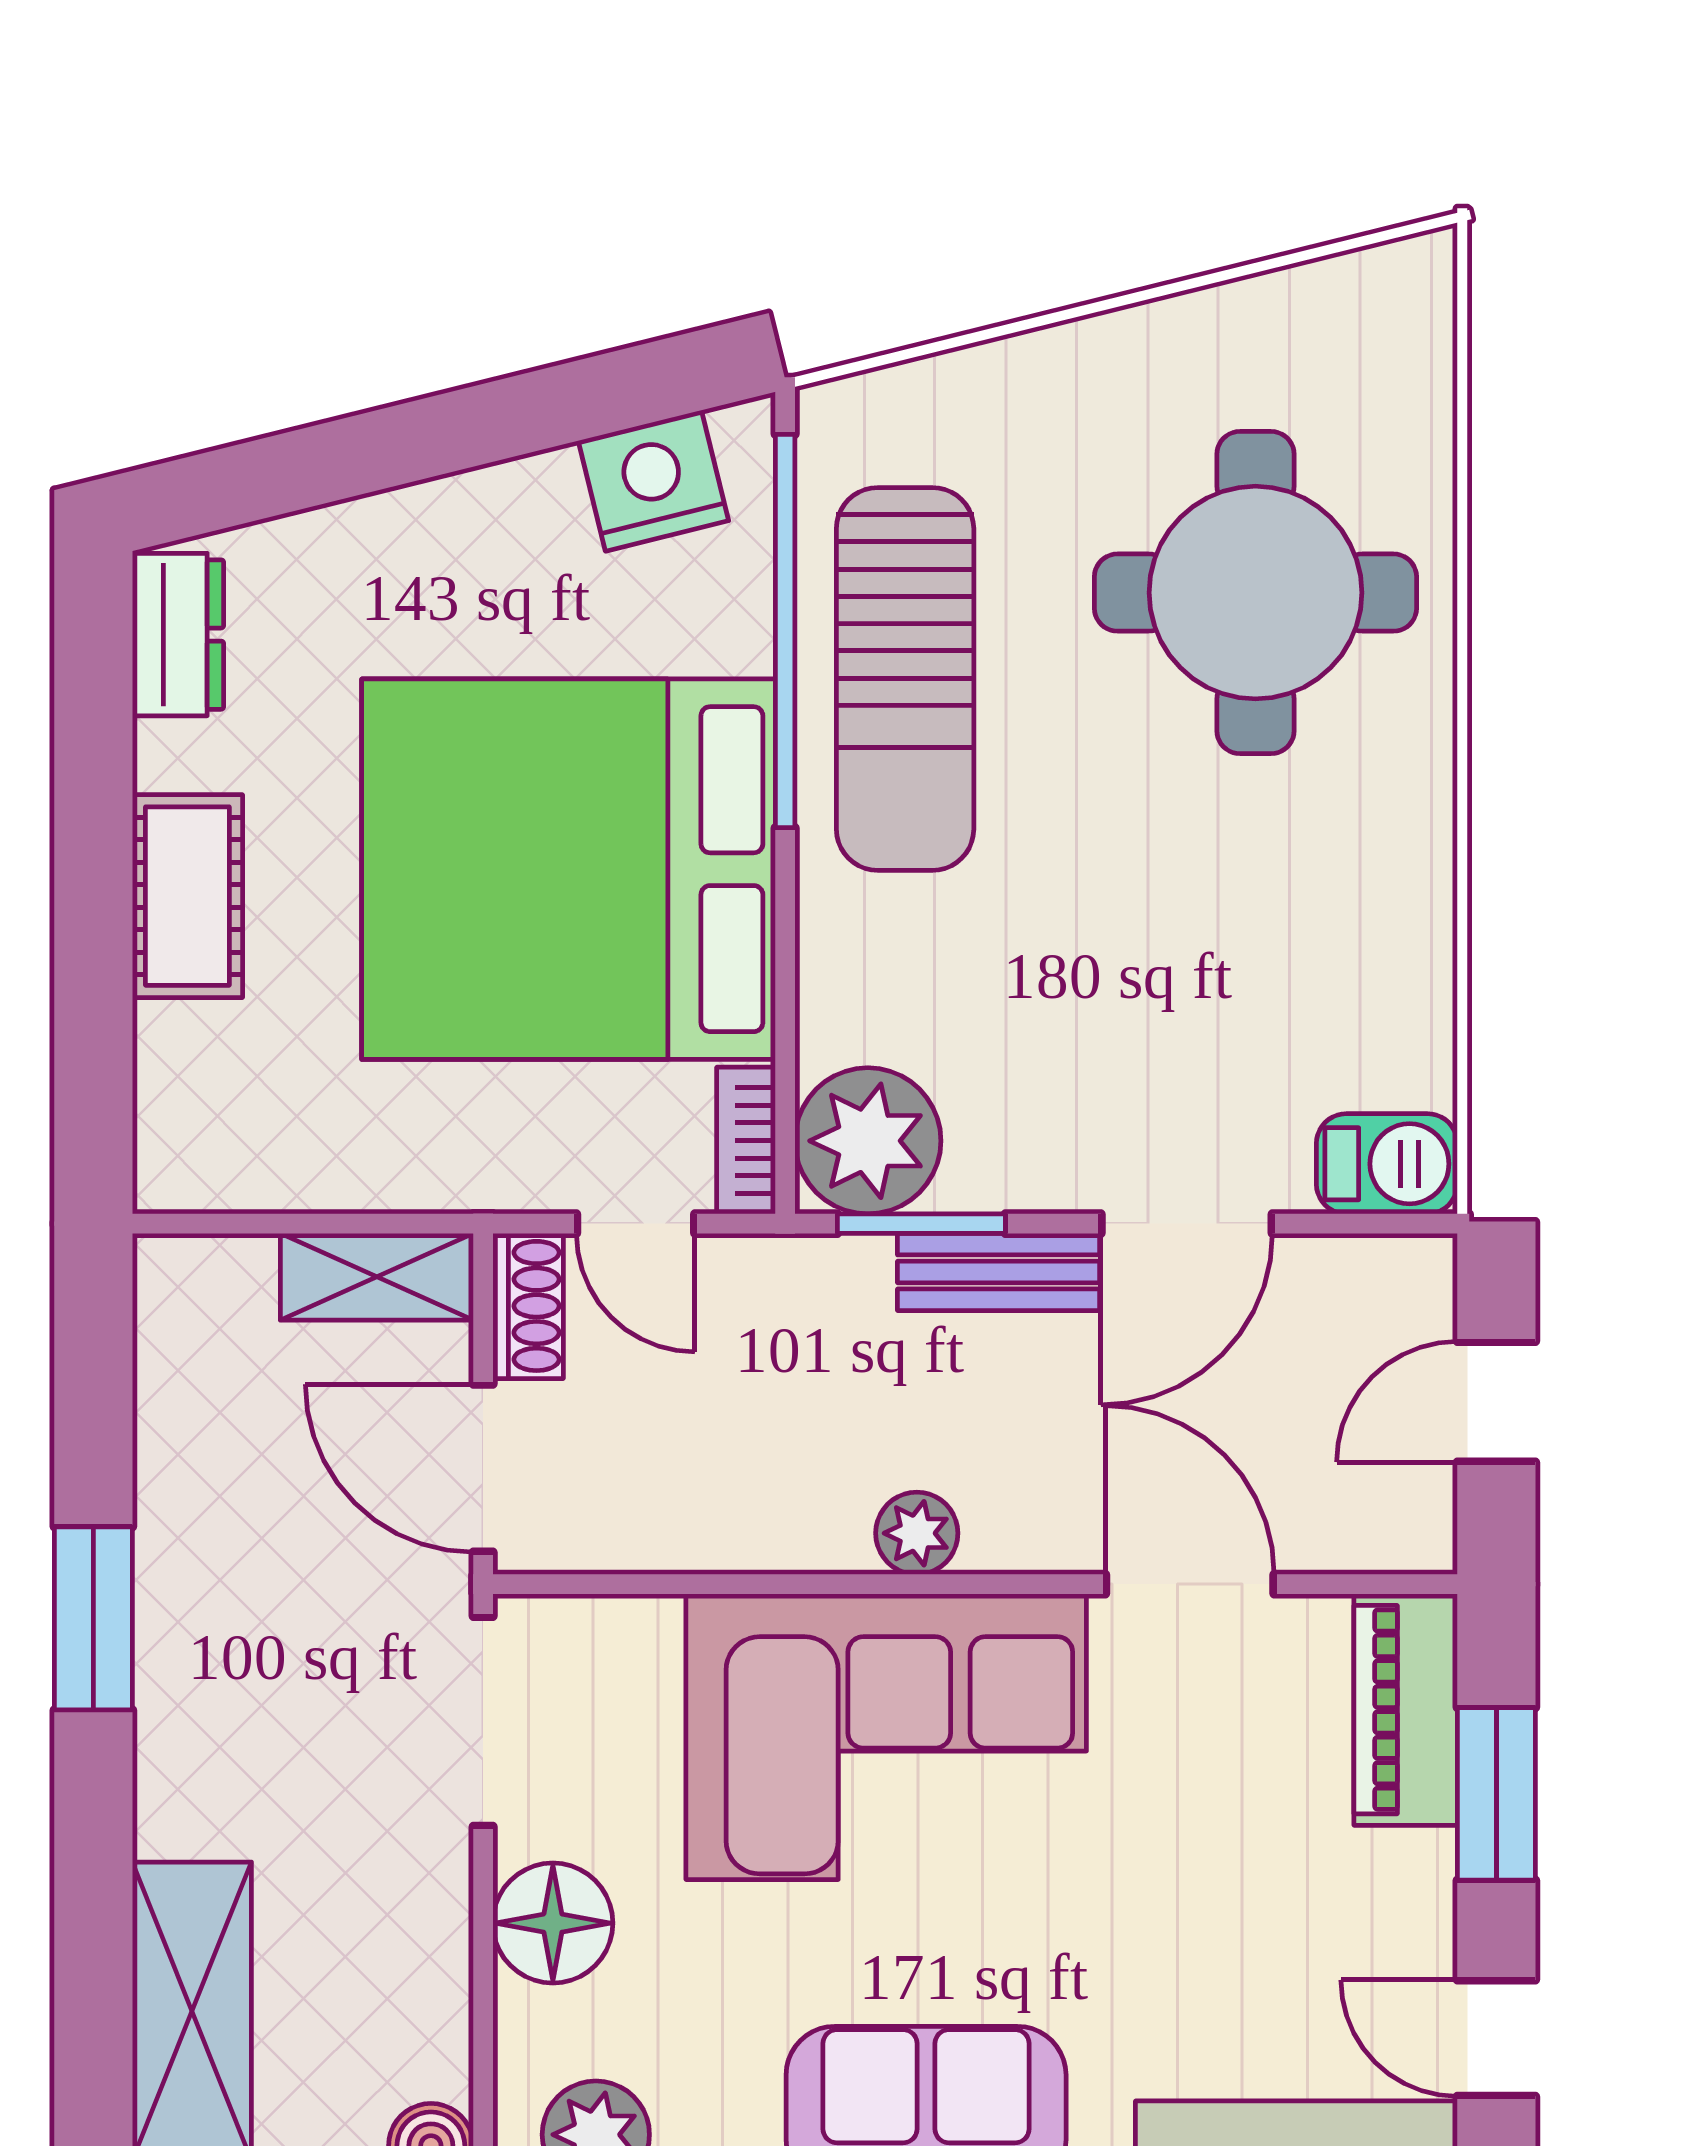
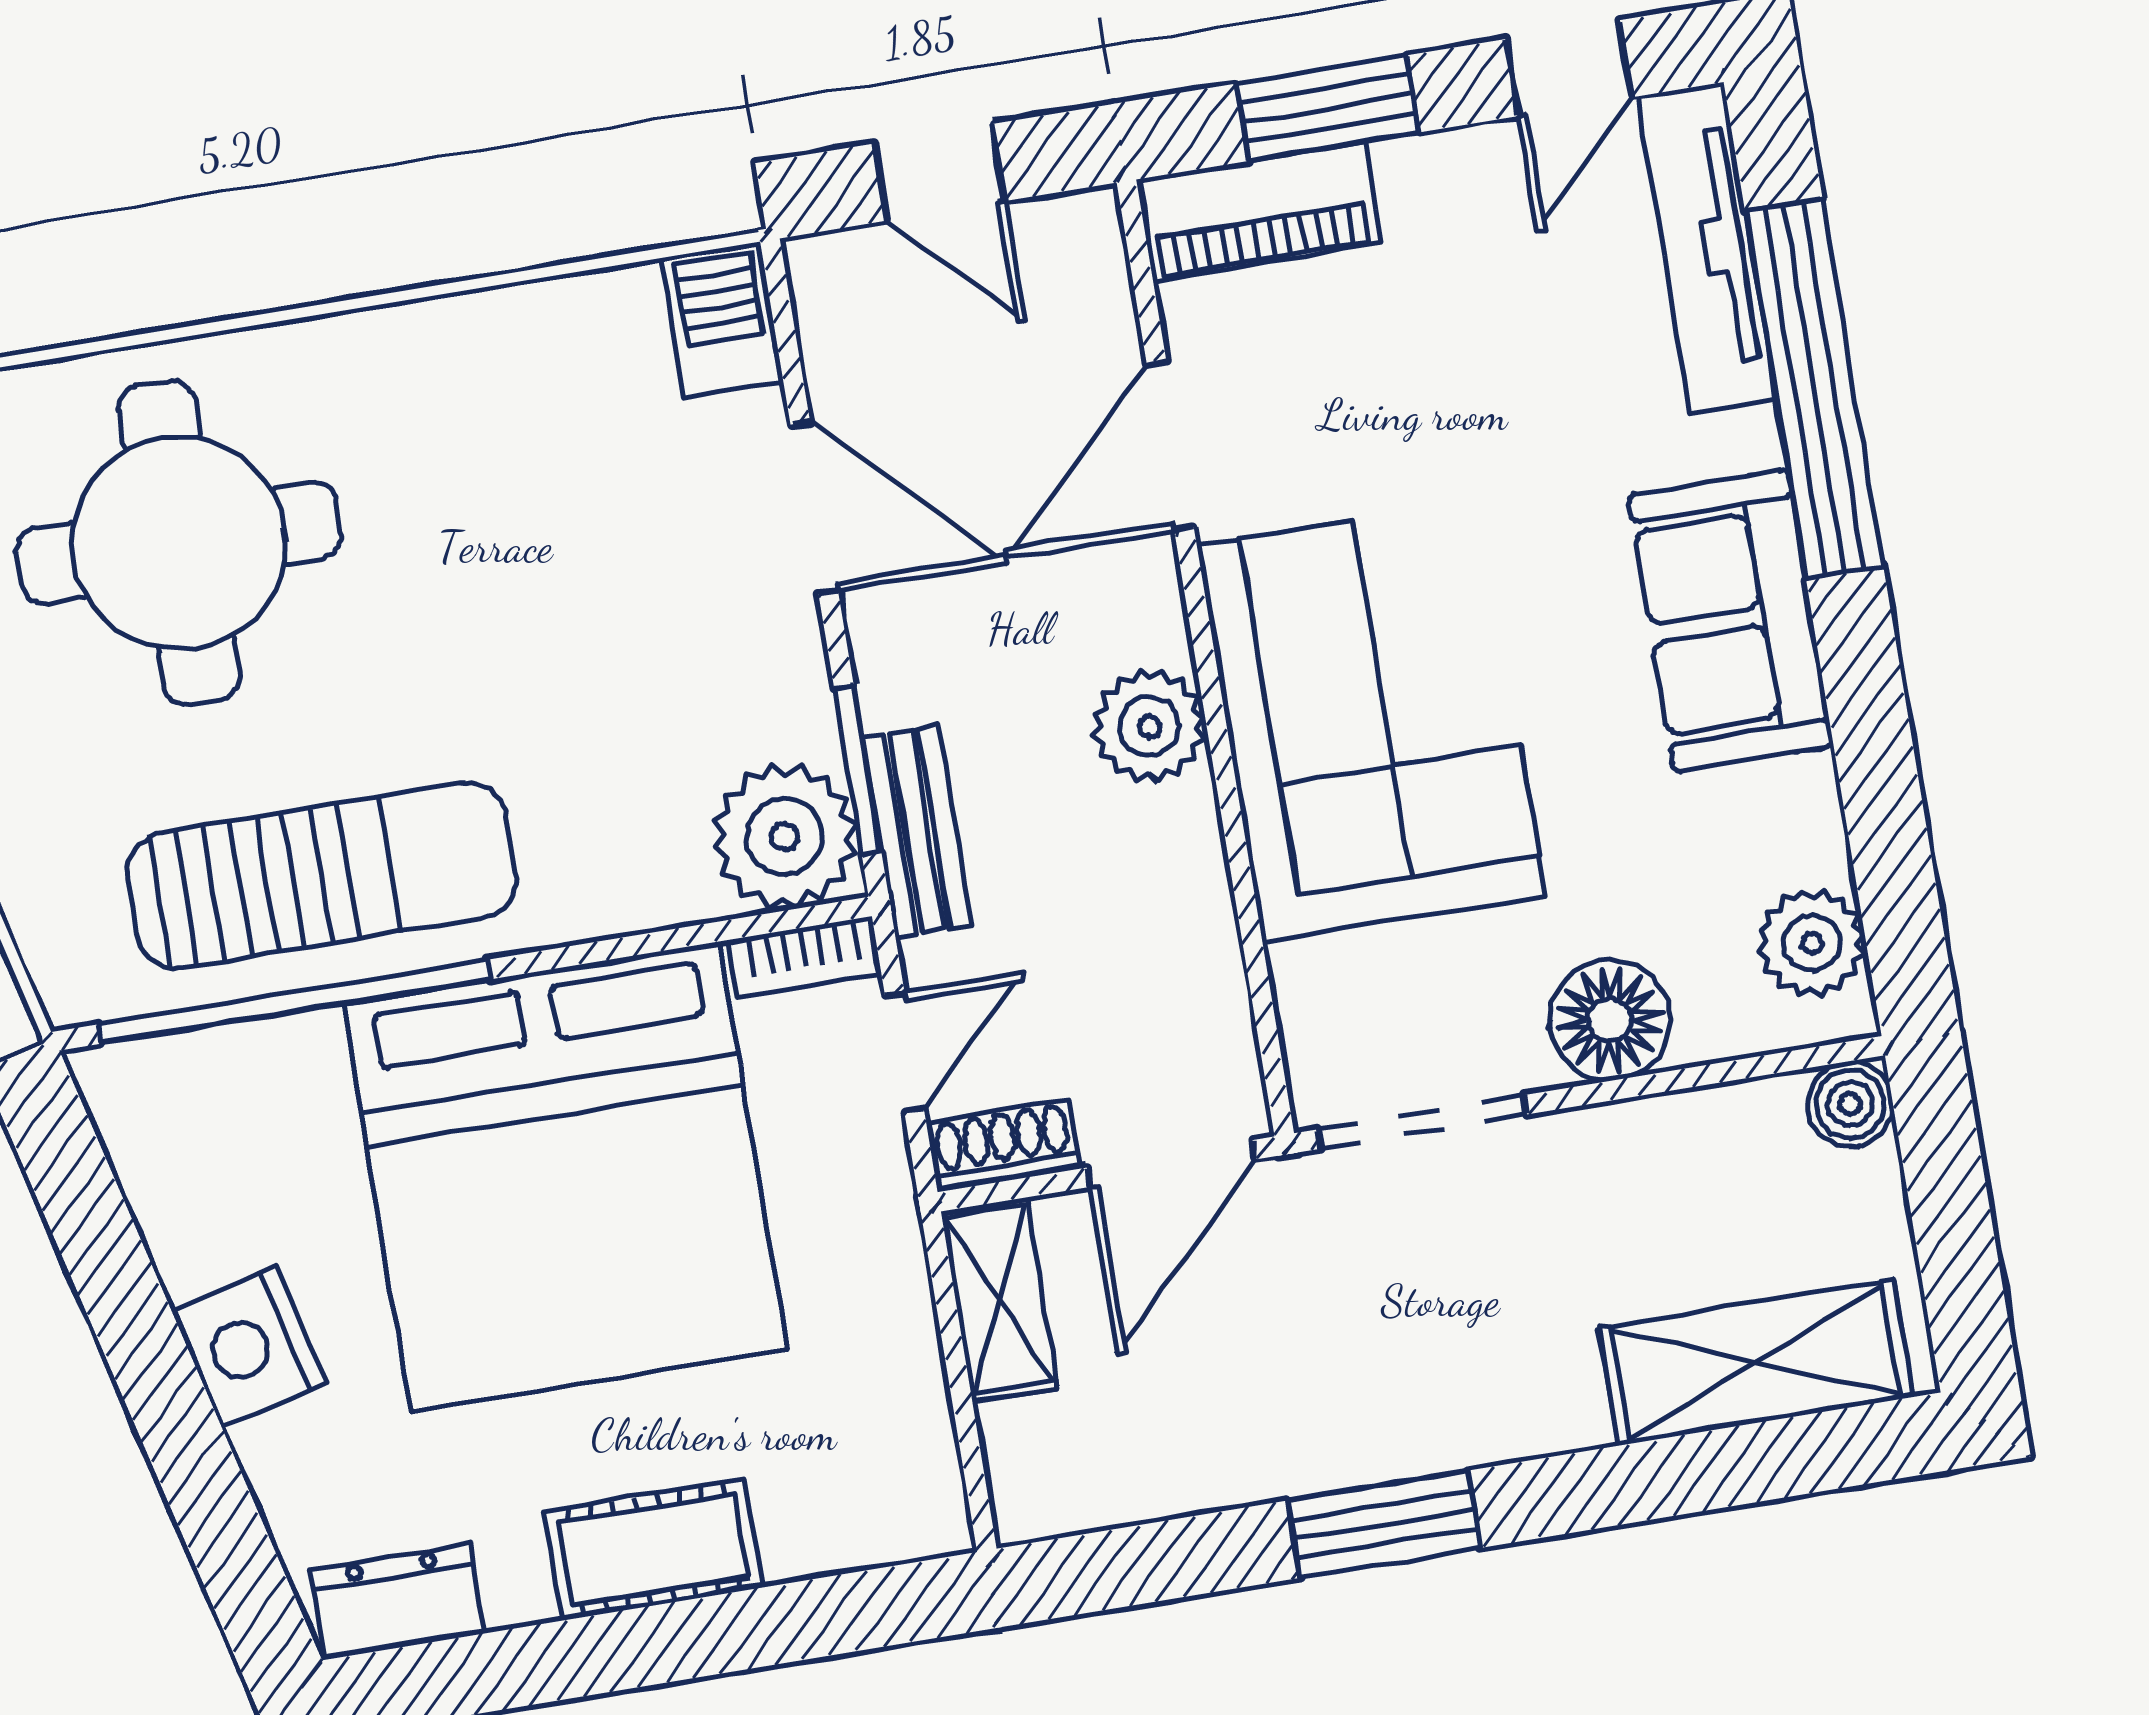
nightstand: (653, 481) -> (249, 1346), moved
bench: (999, 1272) -> (917, 831), moved
plant: (917, 1533) -> (1149, 726), width x1.38, depth x1.38

